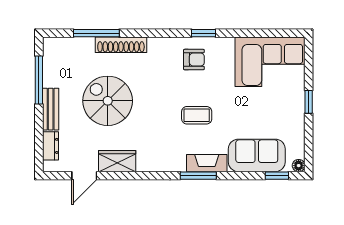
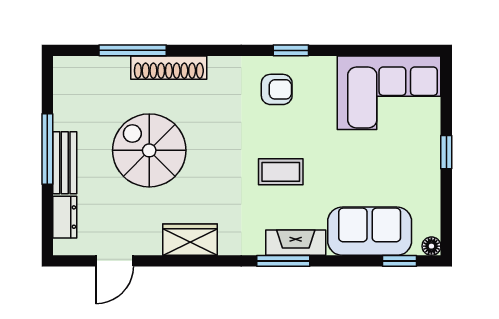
window: (39, 80) -> (47, 149), moved
wardrobe: (117, 161) -> (190, 240), moved

